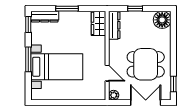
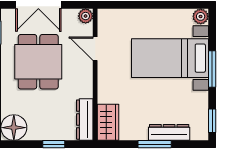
dresser: (45, 17) -> (169, 132), moved
dining table: (146, 64) -> (38, 62), turned 90
plant: (36, 95) -> (201, 16), added

